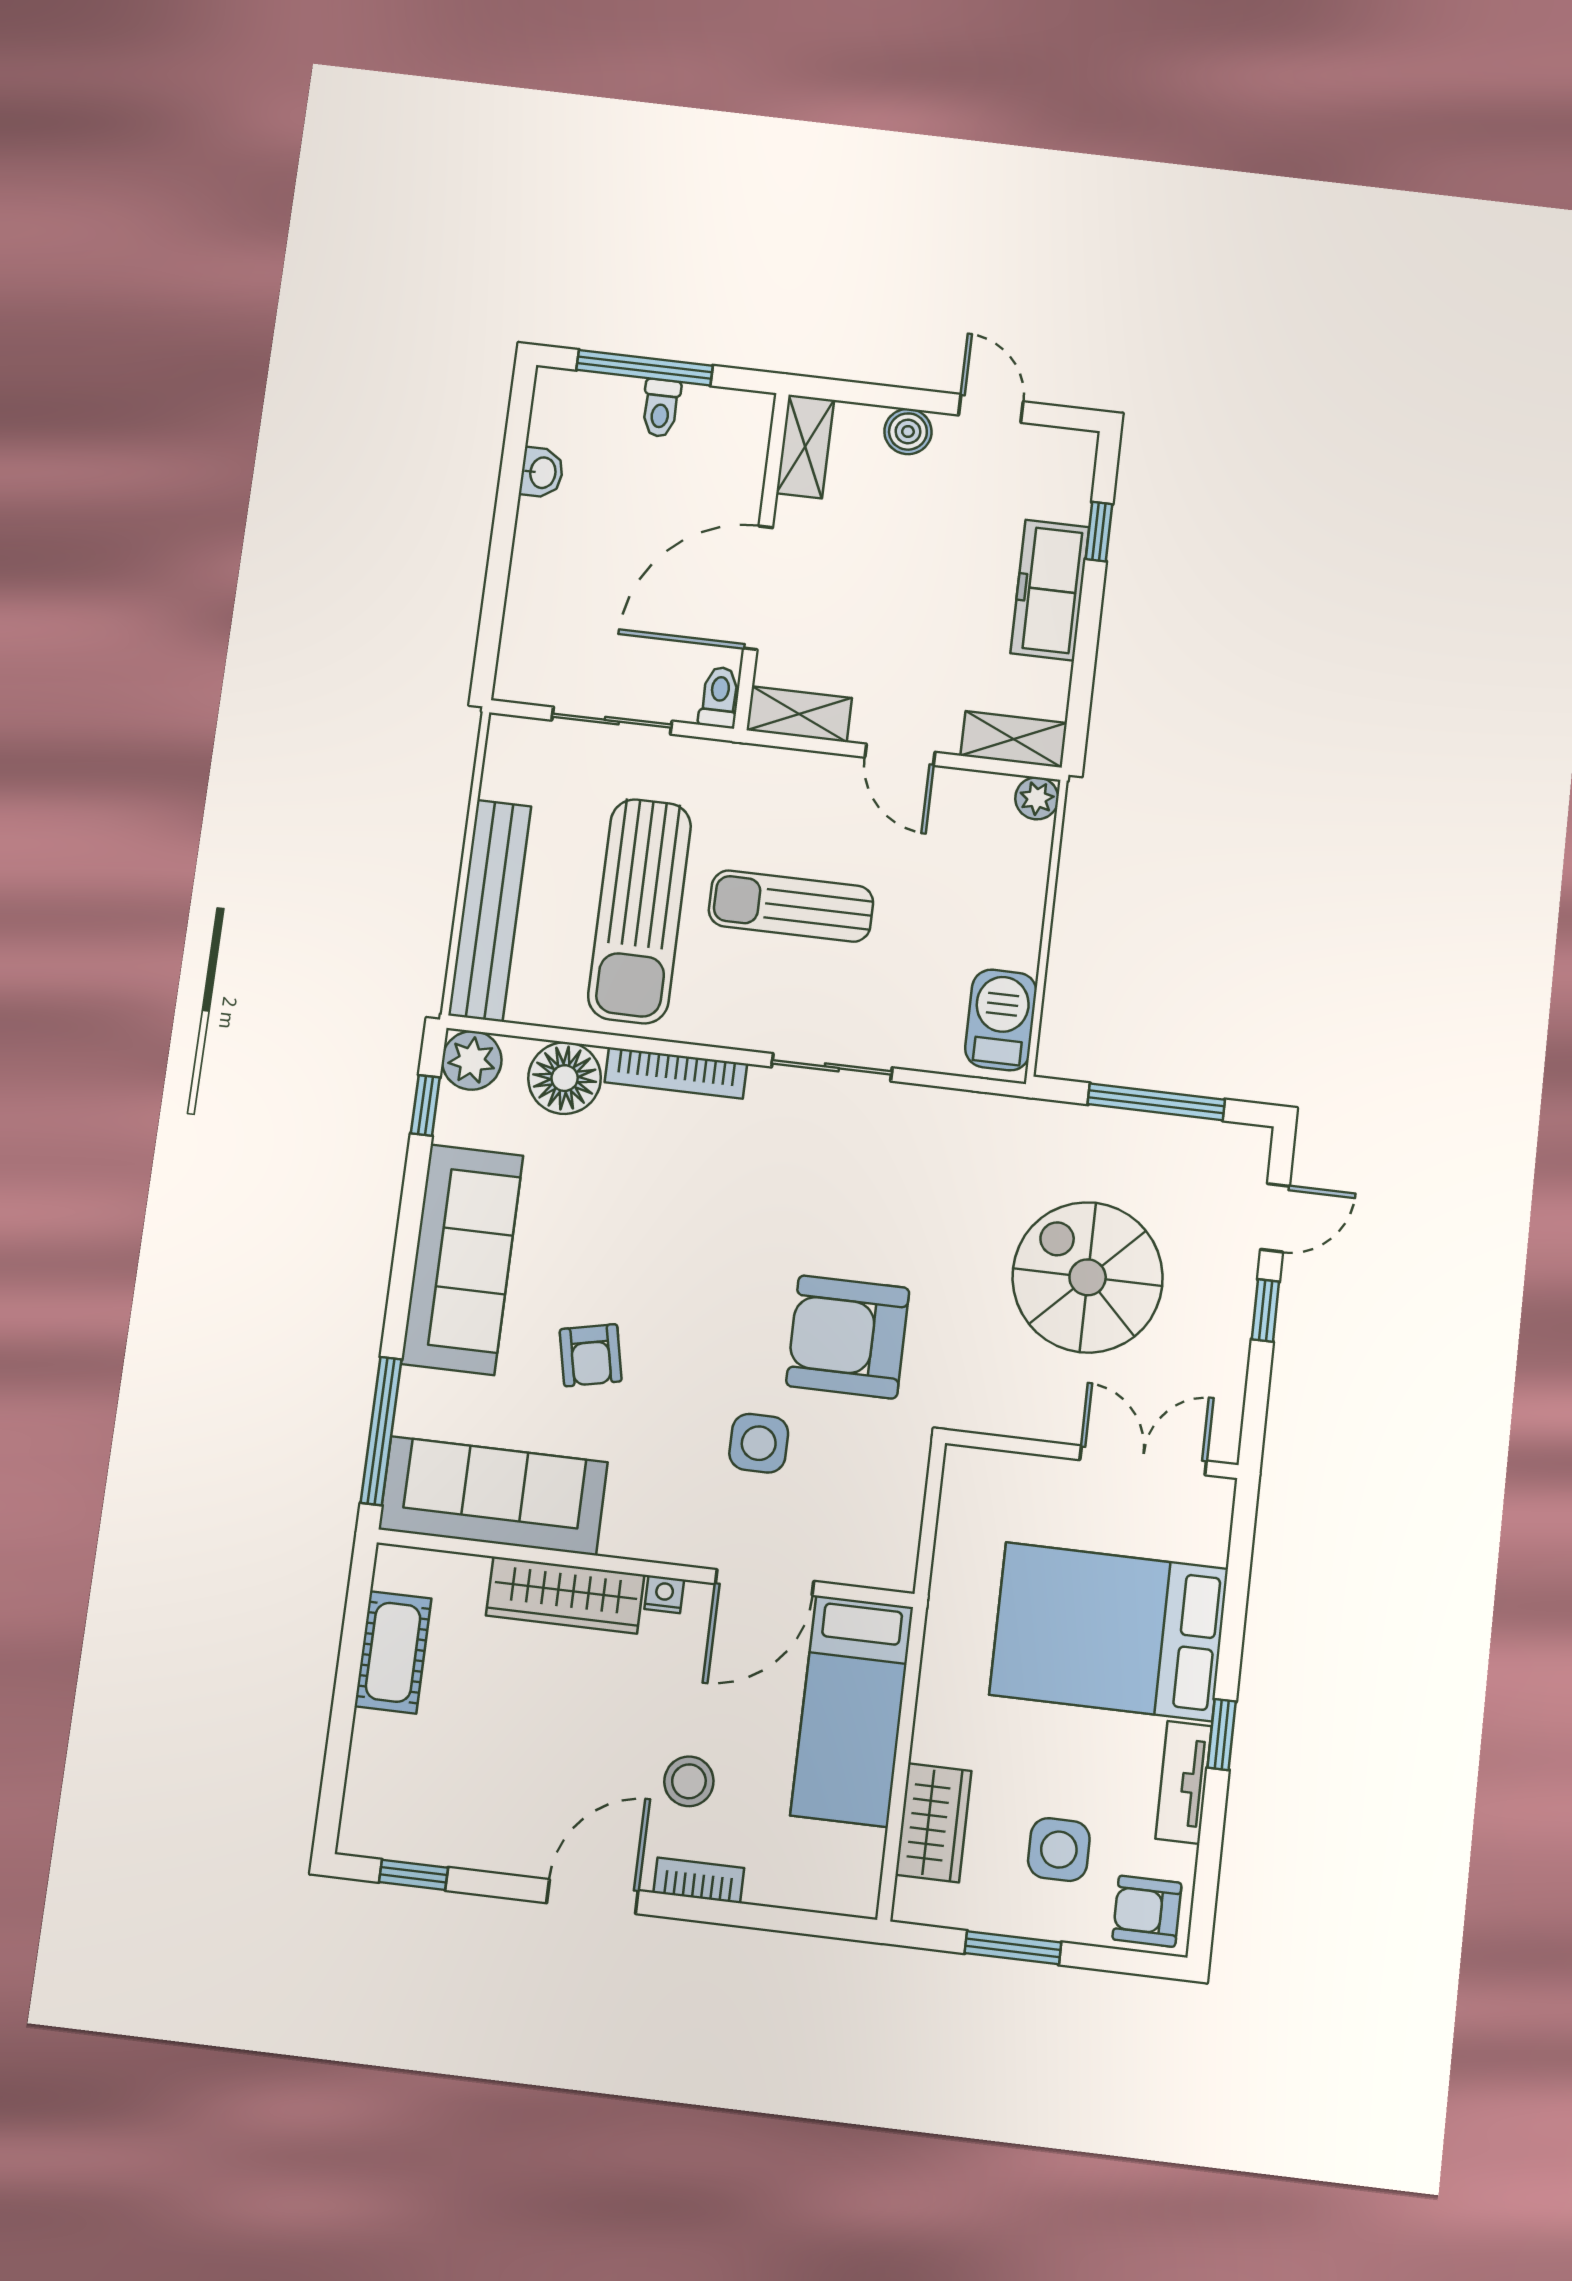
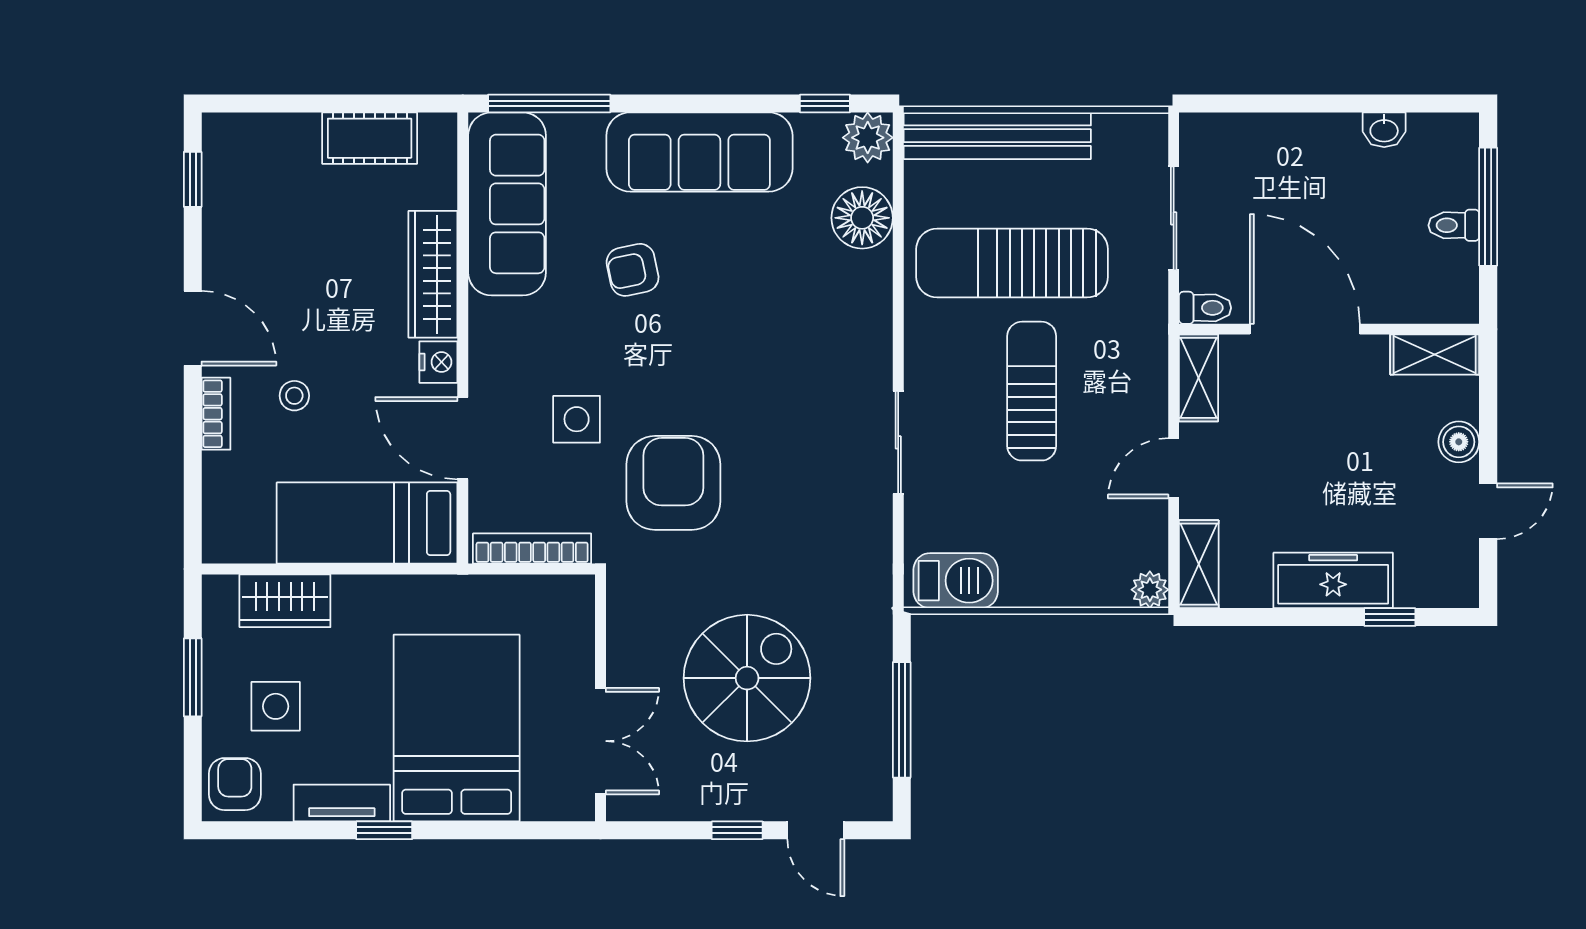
bookcase: (676, 1073) -> (532, 549), moved, turned 90
nightstand: (664, 1594) -> (438, 362), width x1.39, depth x1.35
stool: (689, 1781) -> (294, 396), width x0.73, depth x0.73

